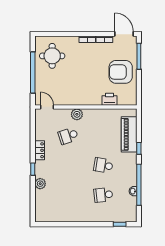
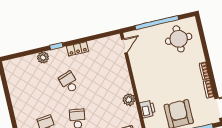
plant: (77, 114) -> (129, 100), moved
school desk: (68, 136) -> (69, 82), moved

